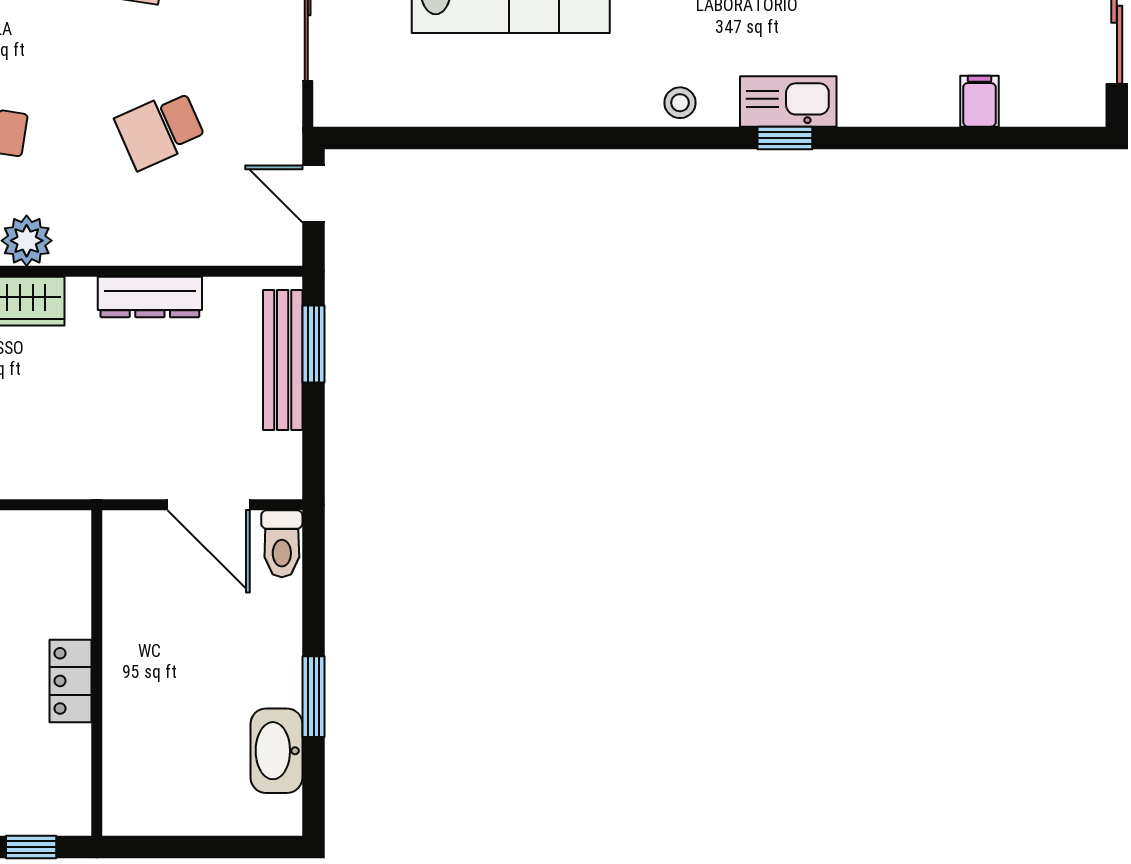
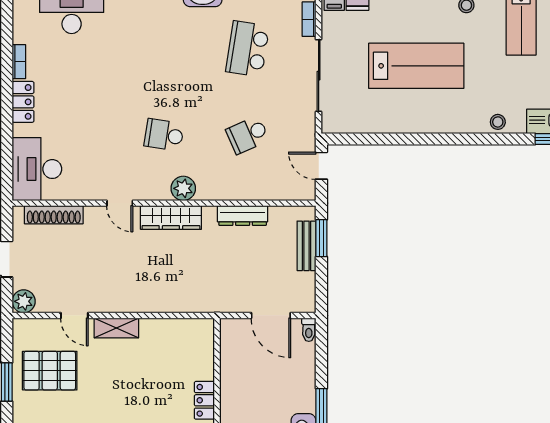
bench: (283, 360) -> (306, 246), width x0.73
toilet: (282, 544) -> (309, 330), width x0.73, depth x0.72

